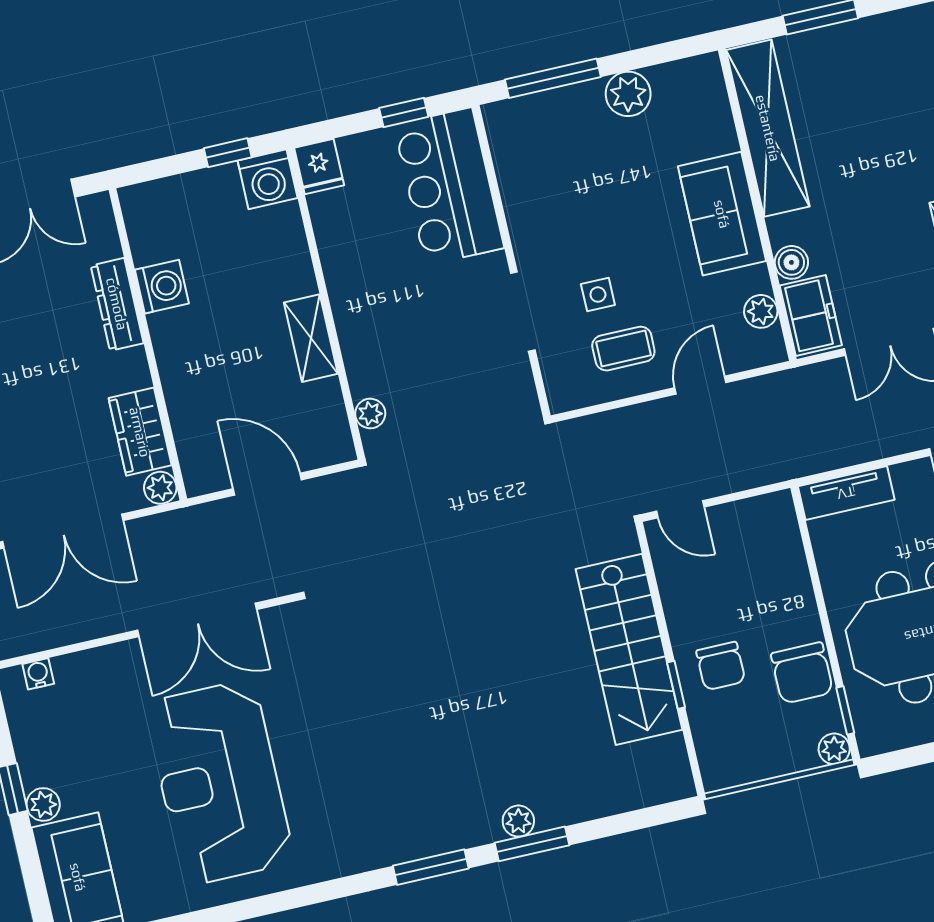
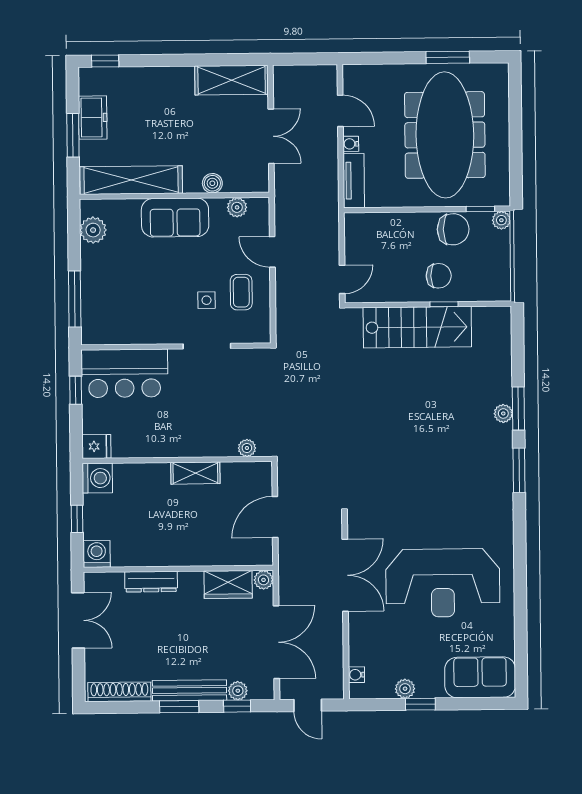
plant: (628, 94) -> (93, 230), moved
window: (228, 153) -> (77, 519), moved
washing machine: (162, 287) -> (97, 554), moved
freezer: (811, 315) -> (93, 118), moved, turned 90
water cooler: (905, 475) -> (351, 144), added
plant: (43, 804) -> (405, 689), moved

